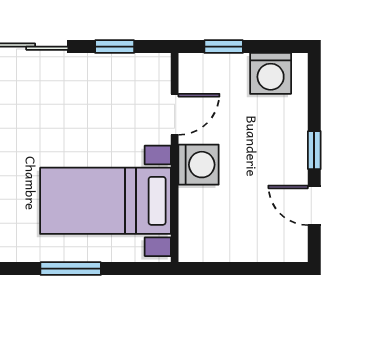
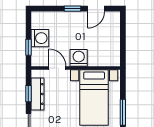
dresser: (114, 68) -> (37, 94), added
washing machine: (271, 73) -> (40, 38), moved

